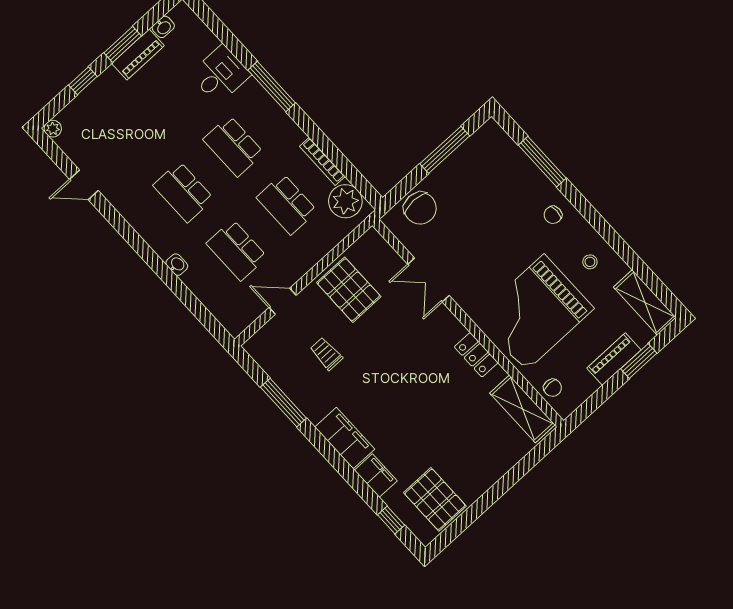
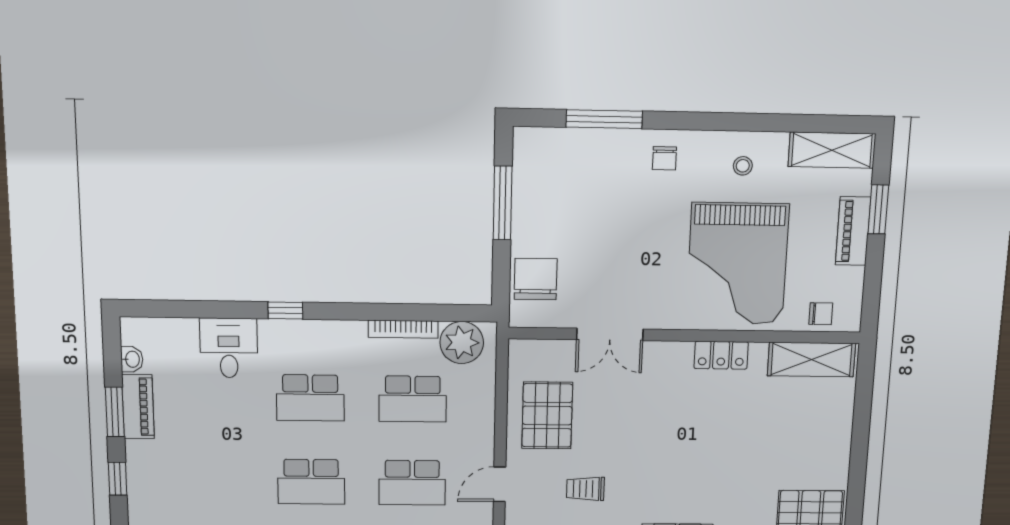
window: (272, 86) -> (285, 310), width x0.46
chair: (420, 208) -> (536, 279), turned -90
pallet: (349, 290) -> (547, 415), turned 90

